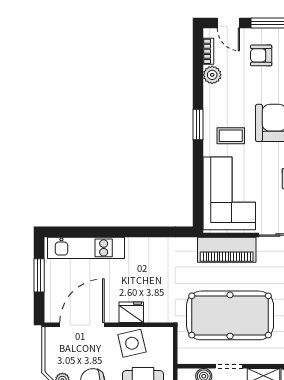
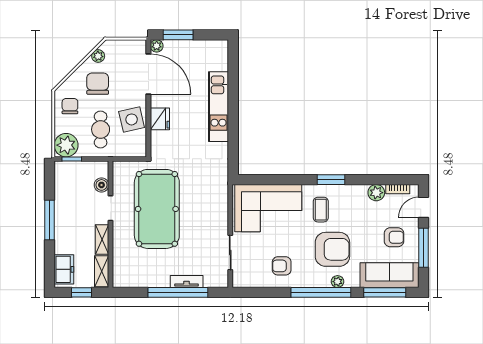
armchair: (261, 55) -> (394, 237), turned 90
kitchen unit: (86, 248) -> (218, 107), moved
piano: (227, 250) -> (217, 206), removed
window: (39, 275) -> (178, 35), moved
plant: (51, 316) -> (157, 46), added

